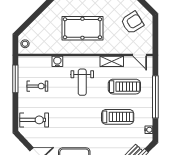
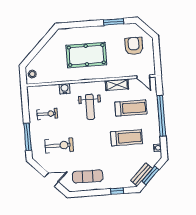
armchair: (132, 23) -> (134, 46), turned -58
window: (15, 79) -> (28, 137), moved
exercise bike: (34, 120) -> (59, 145), moved

